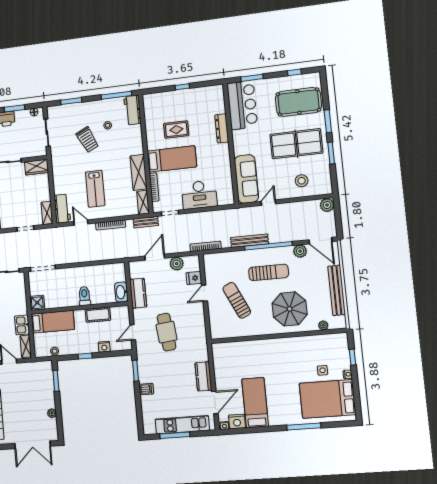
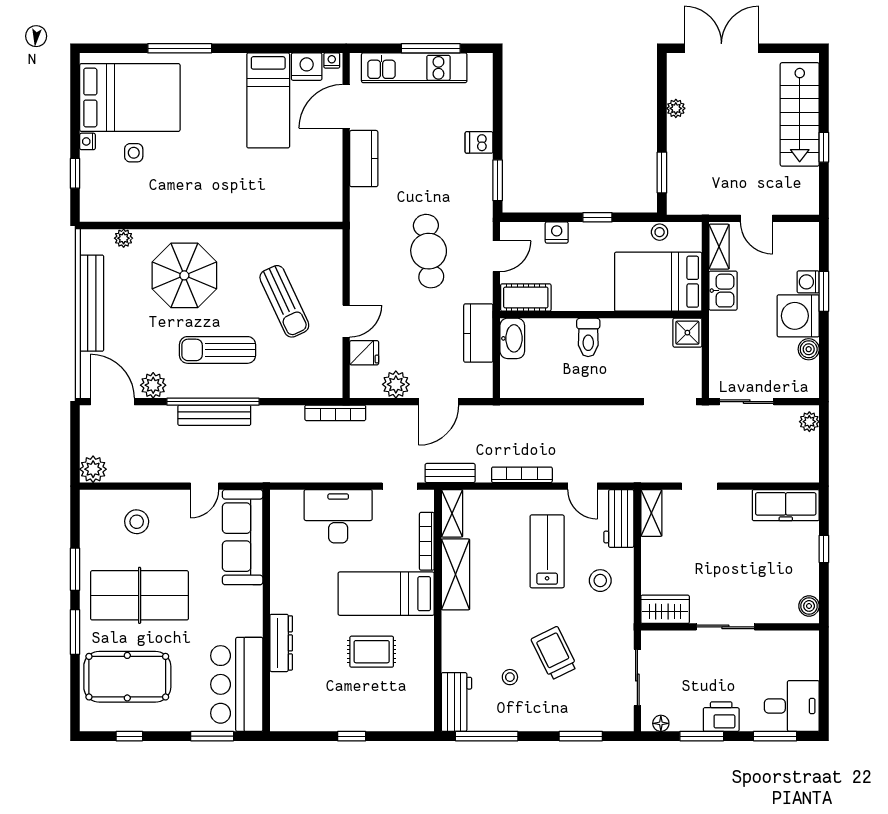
stool: (68, 177) -> (600, 581), added
bench: (249, 241) -> (214, 415), moved
cot: (98, 315) -> (526, 297), moved
bed: (53, 322) -> (658, 282), width x1.50

